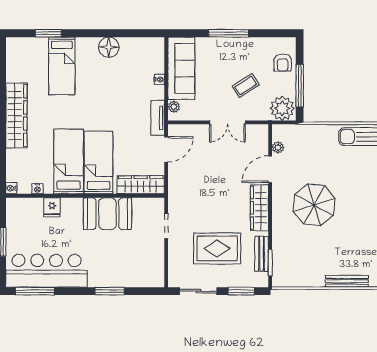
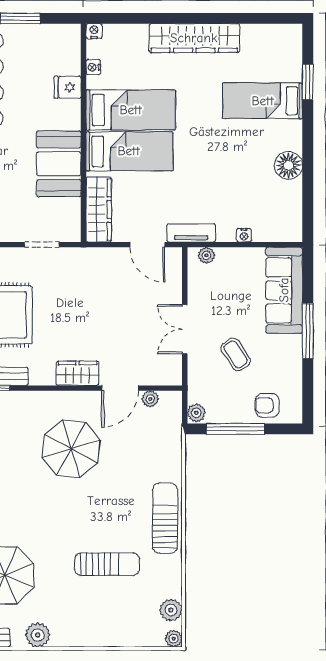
sofa: (181, 68) -> (284, 290), moved, turned 90
plant: (282, 108) -> (196, 413), width x0.53, depth x0.53
door: (270, 169) -> (120, 388), swing flipped
wardrobe: (259, 208) -> (78, 373), width x0.67

